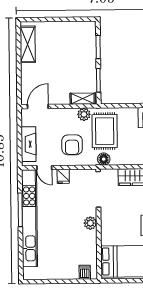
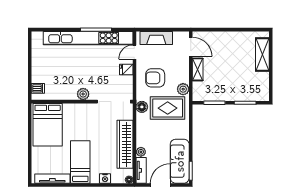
shelving: (28, 44) -> (262, 55), moved, turned 90
shelving: (83, 99) -> (198, 69), moved

